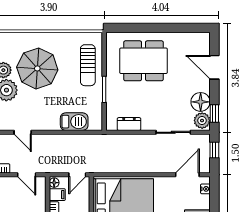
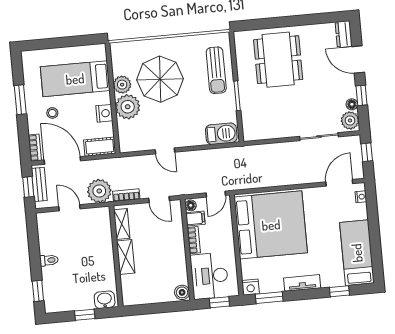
dining table: (143, 61) -> (278, 60), turned 90
floor lamp: (201, 102) -> (352, 104), width x0.53, depth x0.53
window: (214, 113) -> (362, 95), moved
barbecue: (74, 122) -> (221, 134), moved
dresser: (129, 124) -> (344, 34), moved, turned -90
door: (23, 132) -> (165, 151), moved

